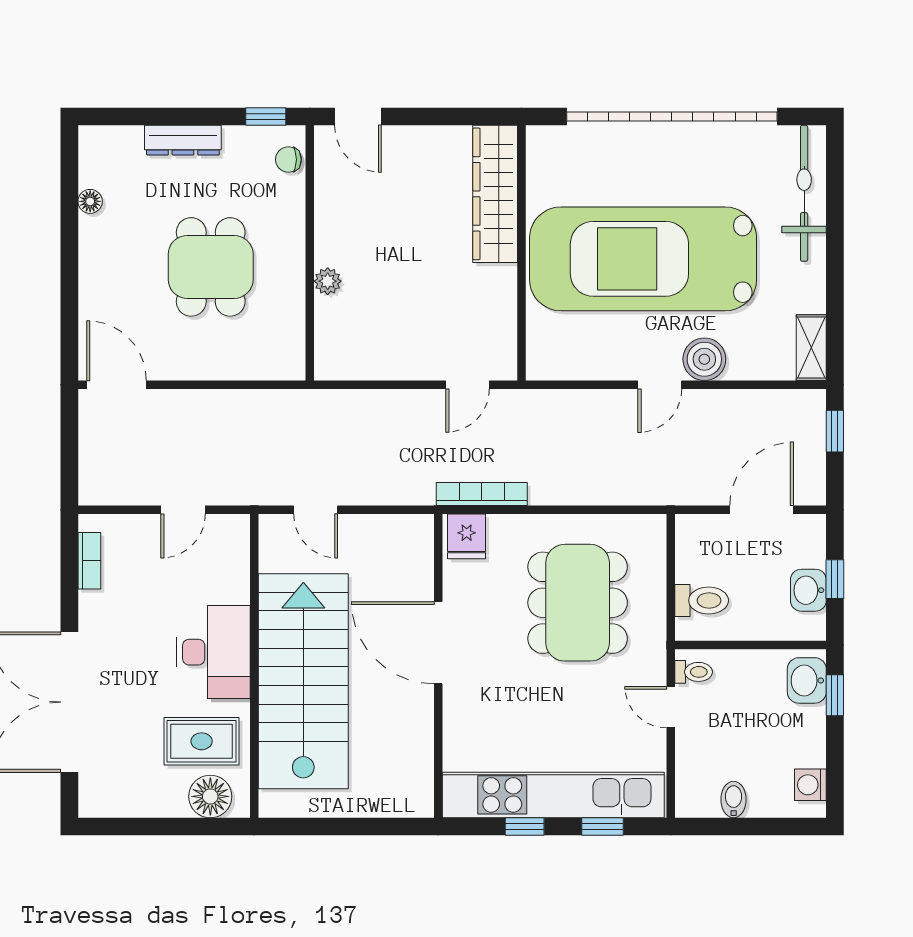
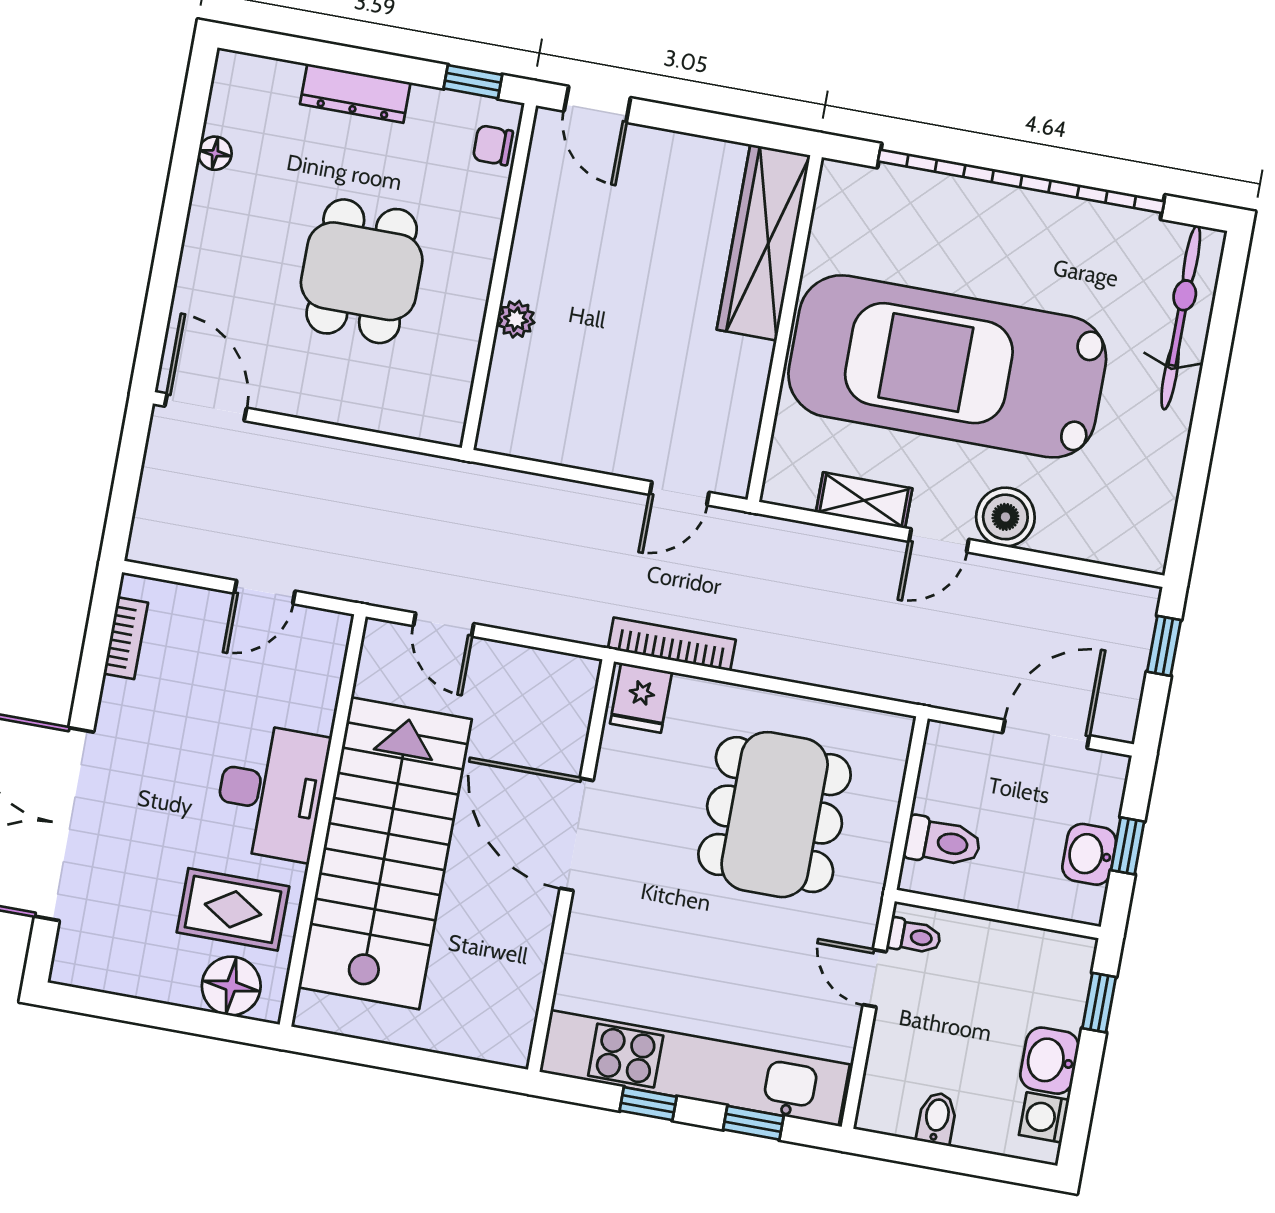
shelving: (811, 348) -> (864, 500), moved, turned 90
washbasin: (807, 680) -> (1050, 1061), moved

